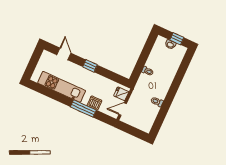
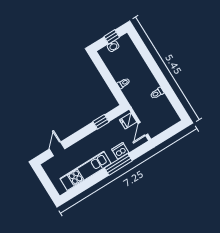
door: (64, 54) -> (57, 149), hinge flipped
window: (90, 66) -> (101, 122), moved

